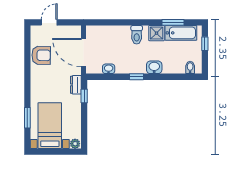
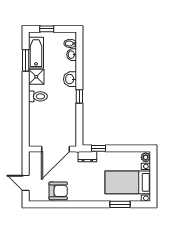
armchair: (41, 55) -> (58, 191), turned 89
washbasin: (109, 69) -> (72, 55), moved

